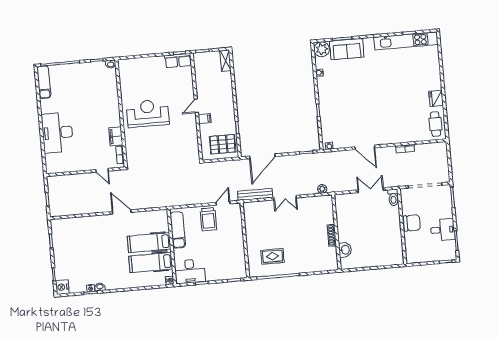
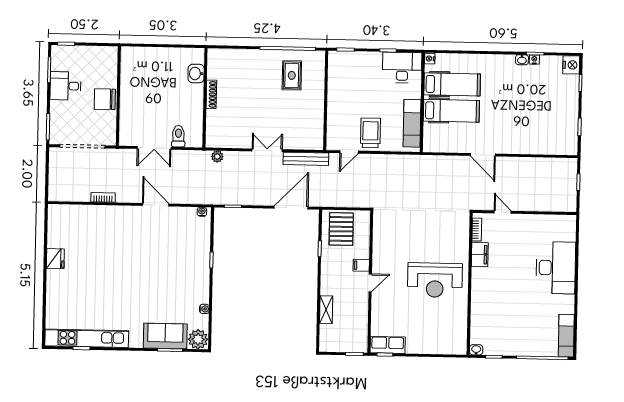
shelving: (225, 61) -> (326, 310), moved
cafe table: (435, 124) -> (60, 225), removed
pallet: (223, 144) -> (341, 229), turned 90
toilet: (393, 197) -> (178, 136), moved
rug: (273, 256) -> (292, 75), turned 90

